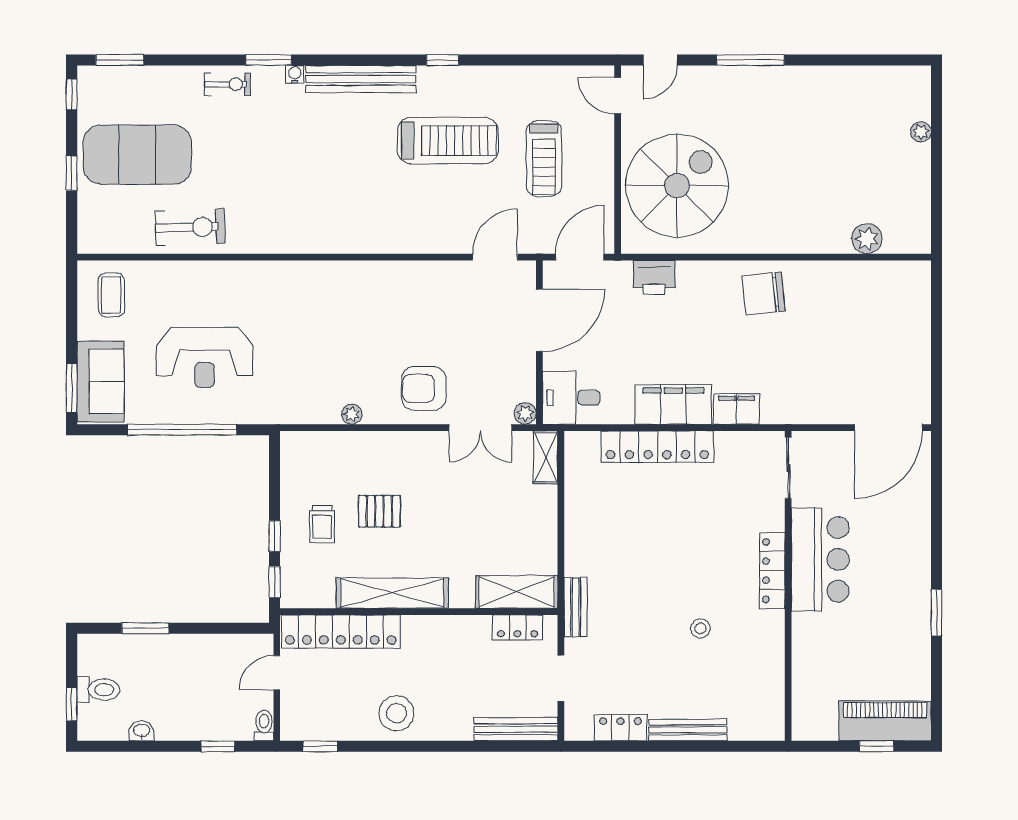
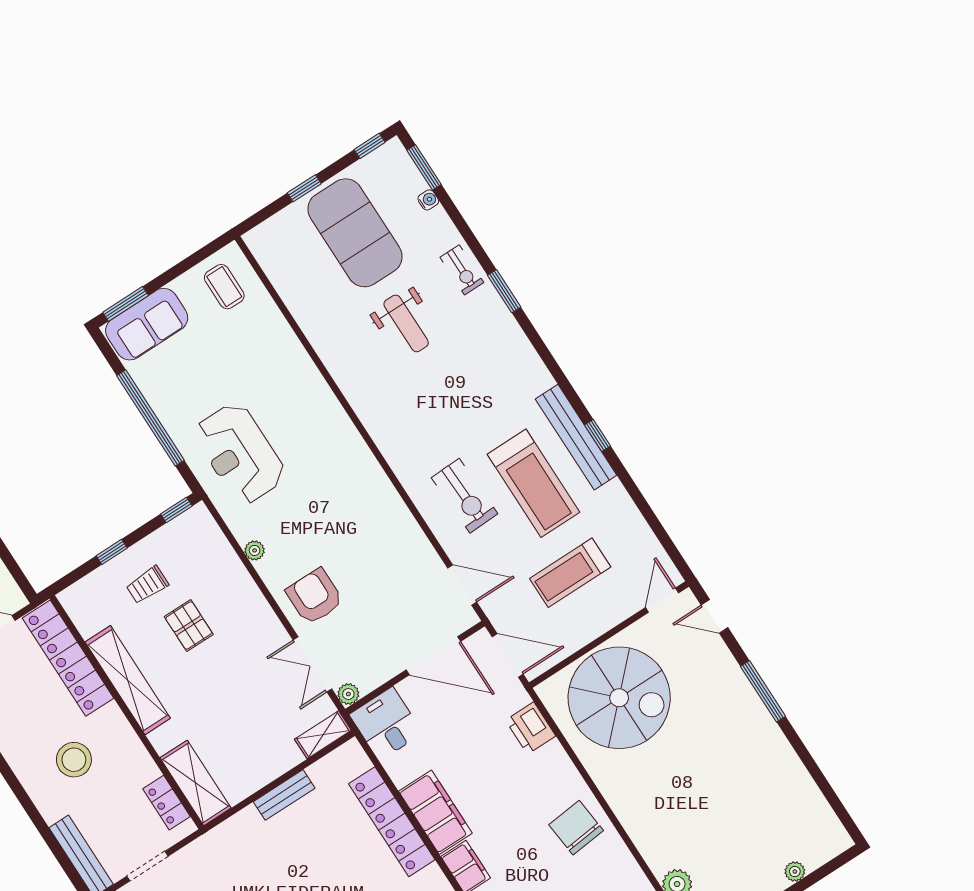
water cooler: (295, 74) -> (428, 200), moved
bench: (361, 79) -> (576, 437), moved
weight bench: (242, 161) -> (406, 323), added
exercise bike: (190, 227) -> (465, 496), moved
coffee table: (111, 295) -> (224, 287), turned 90
reception desk: (205, 357) -> (240, 453), moved
window: (275, 582) -> (176, 510), moved
bench: (576, 607) -> (284, 795), moved
stool: (397, 713) -> (74, 760), moved

